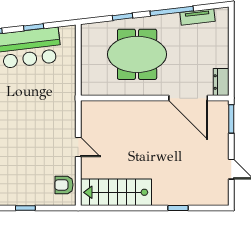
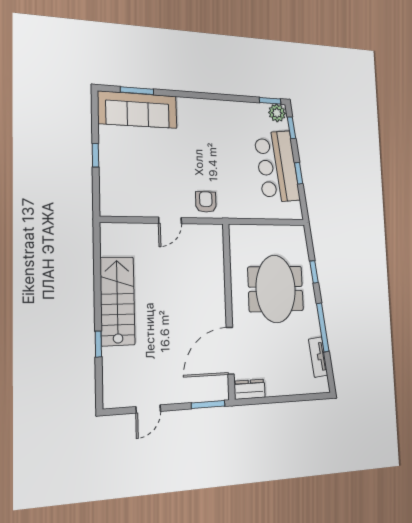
armchair: (64, 185) -> (206, 202), moved
stairs: (116, 192) -> (117, 301), moved

